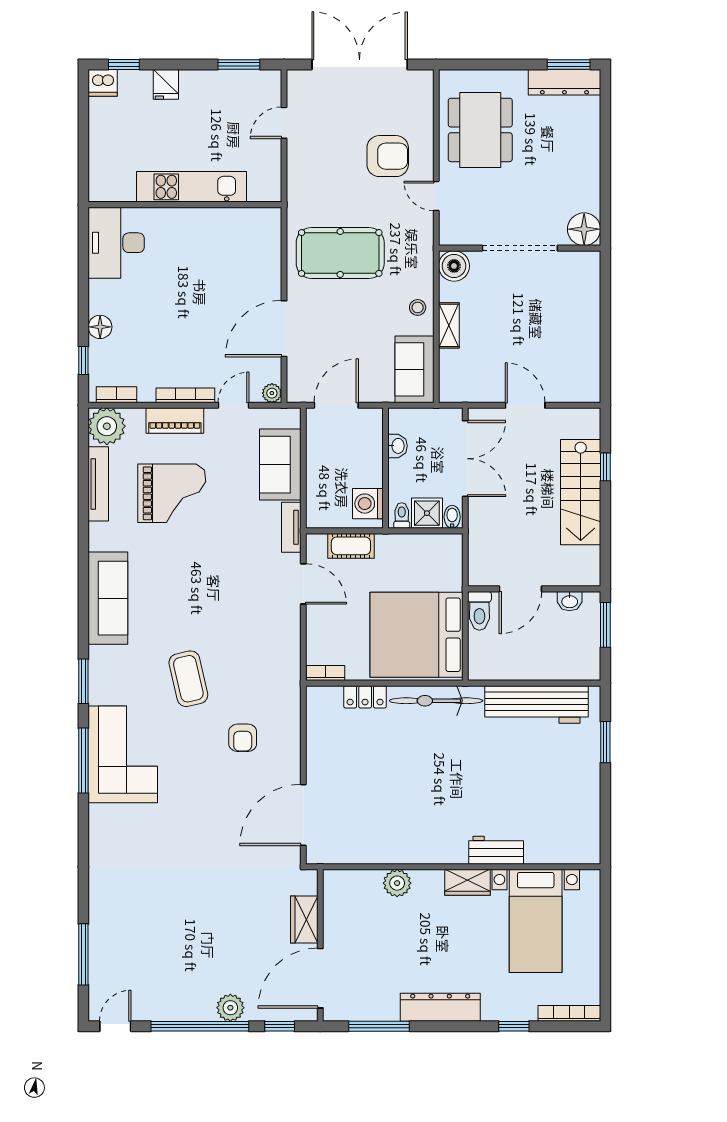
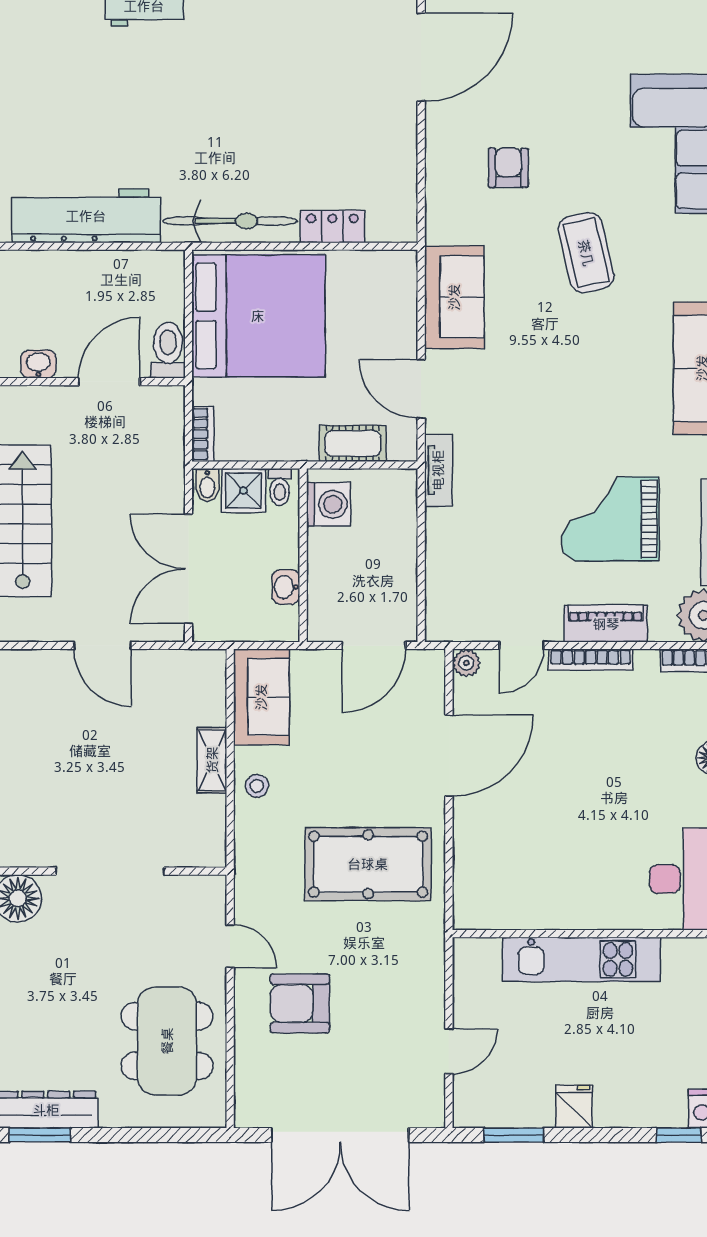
fridge: (166, 84) -> (574, 1106), moved
boiler: (454, 266) -> (205, 846), removed
sofa: (280, 465) -> (454, 297), moved
bookcase: (325, 673) -> (203, 434), moved, turned -90

